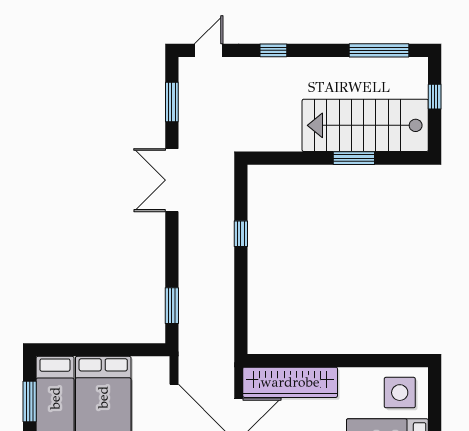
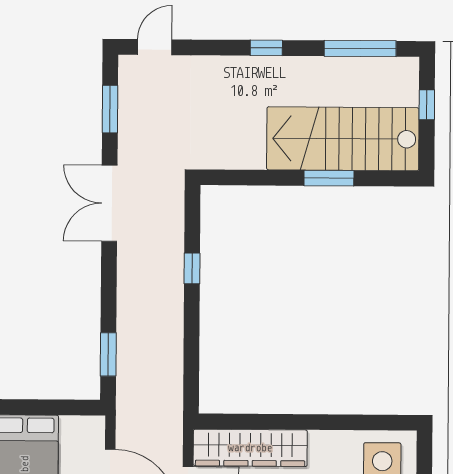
window: (273, 50) -> (266, 48), moved

